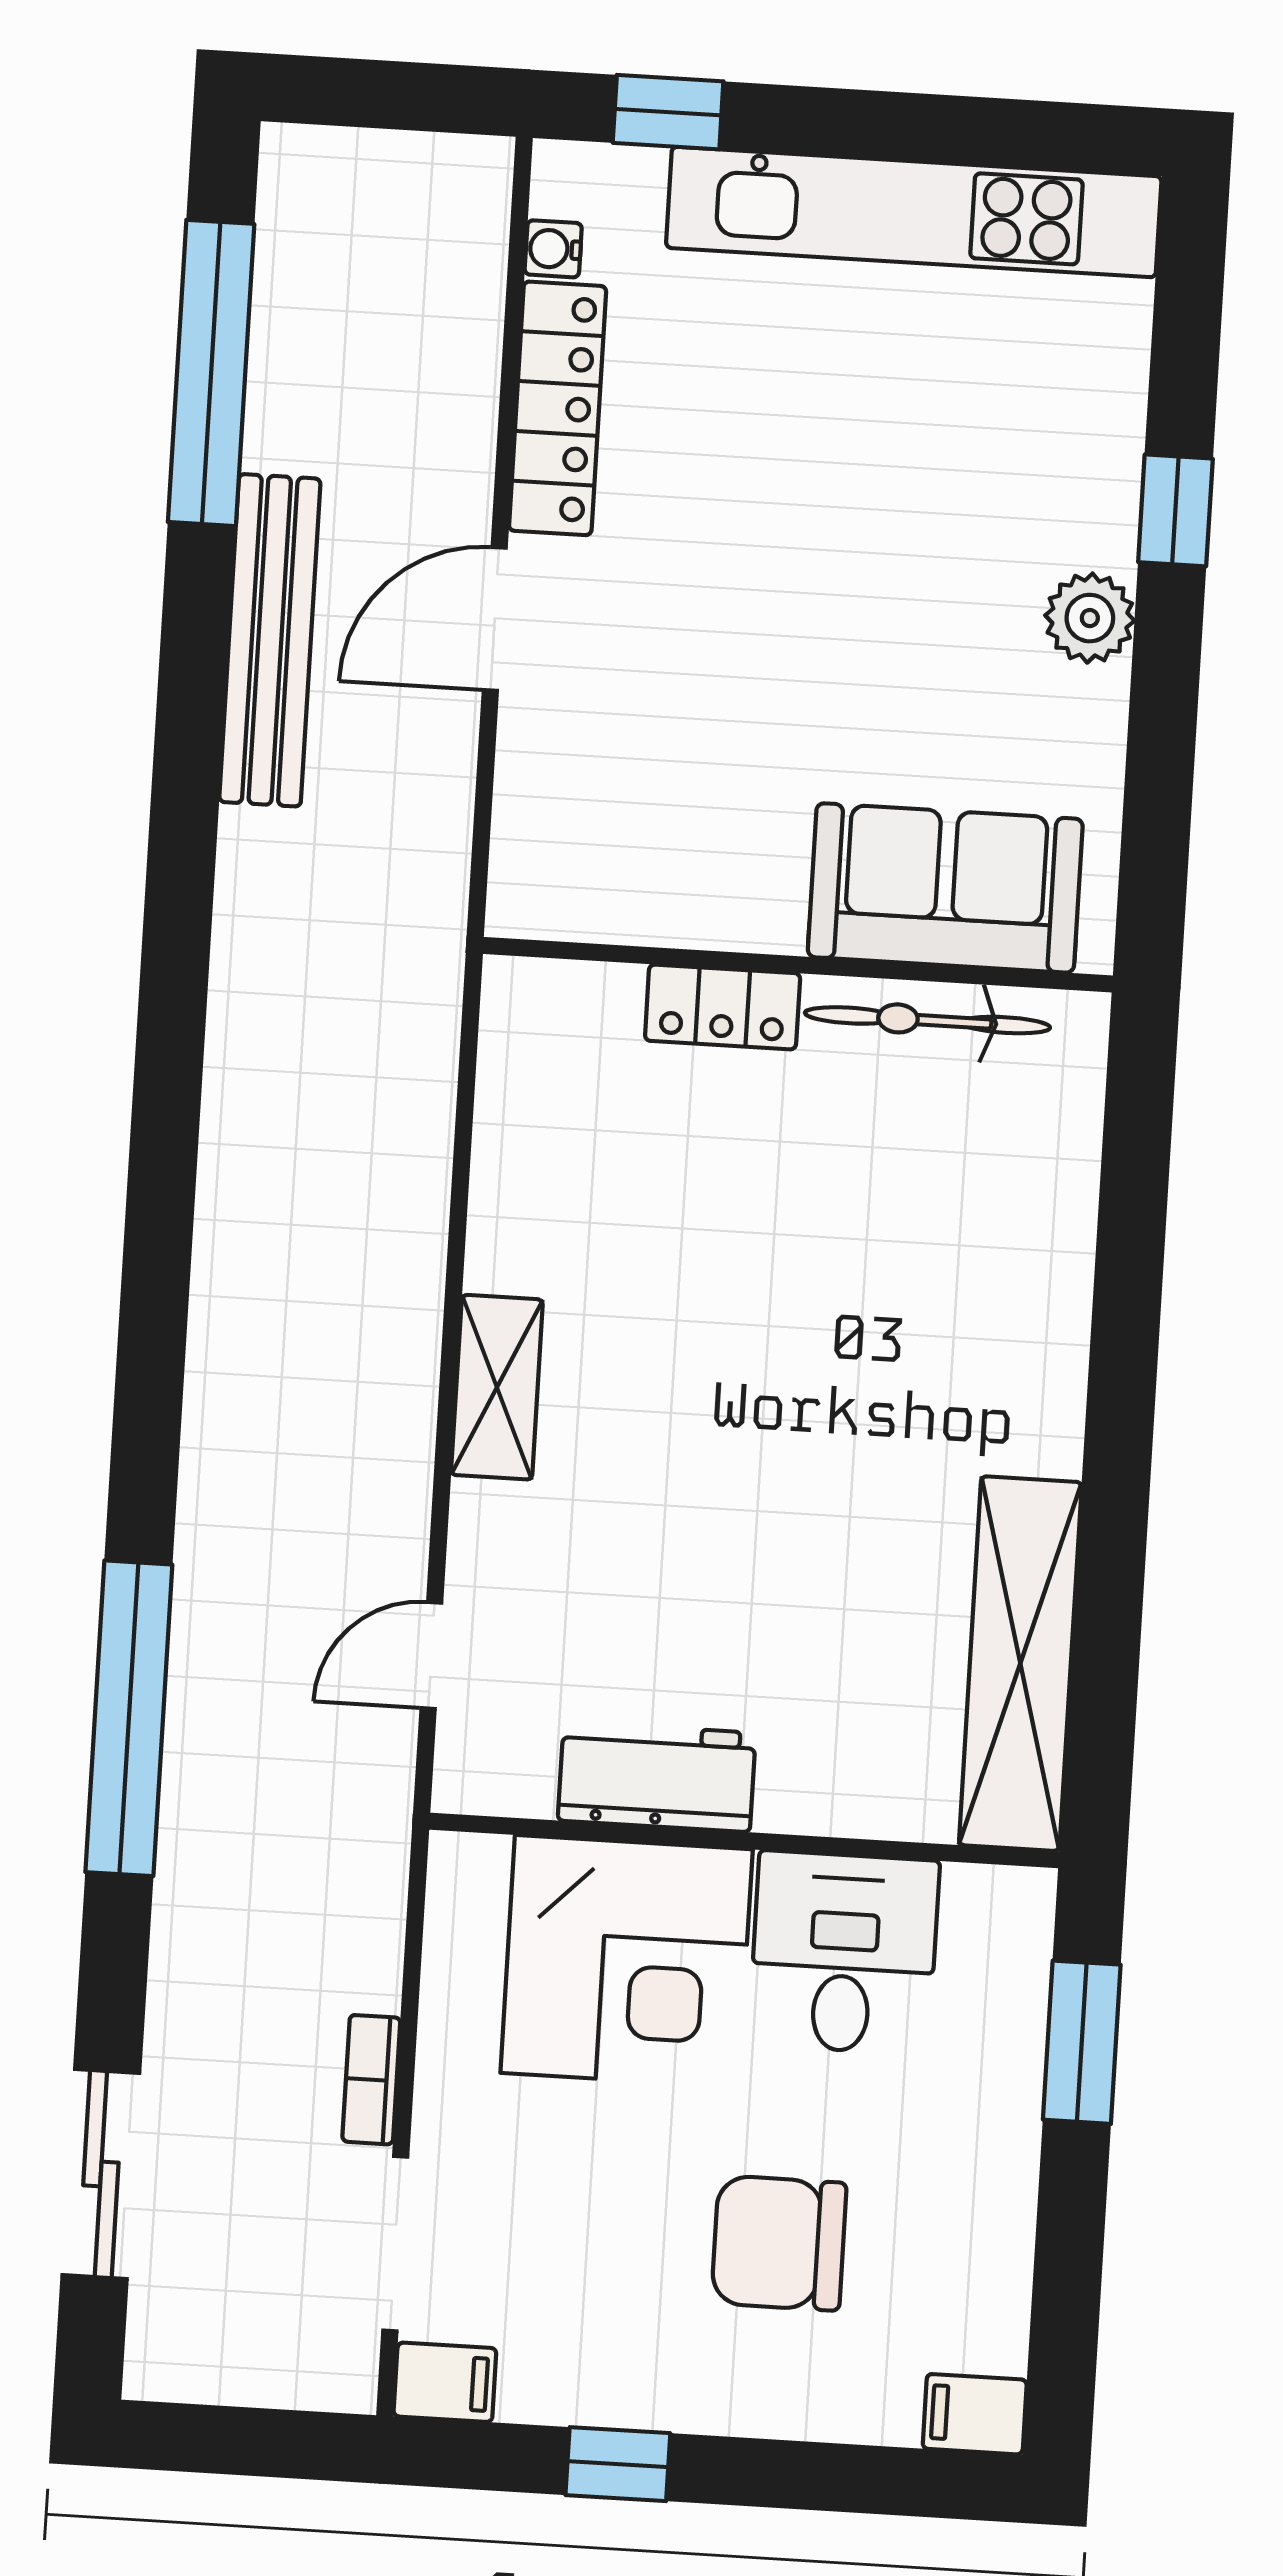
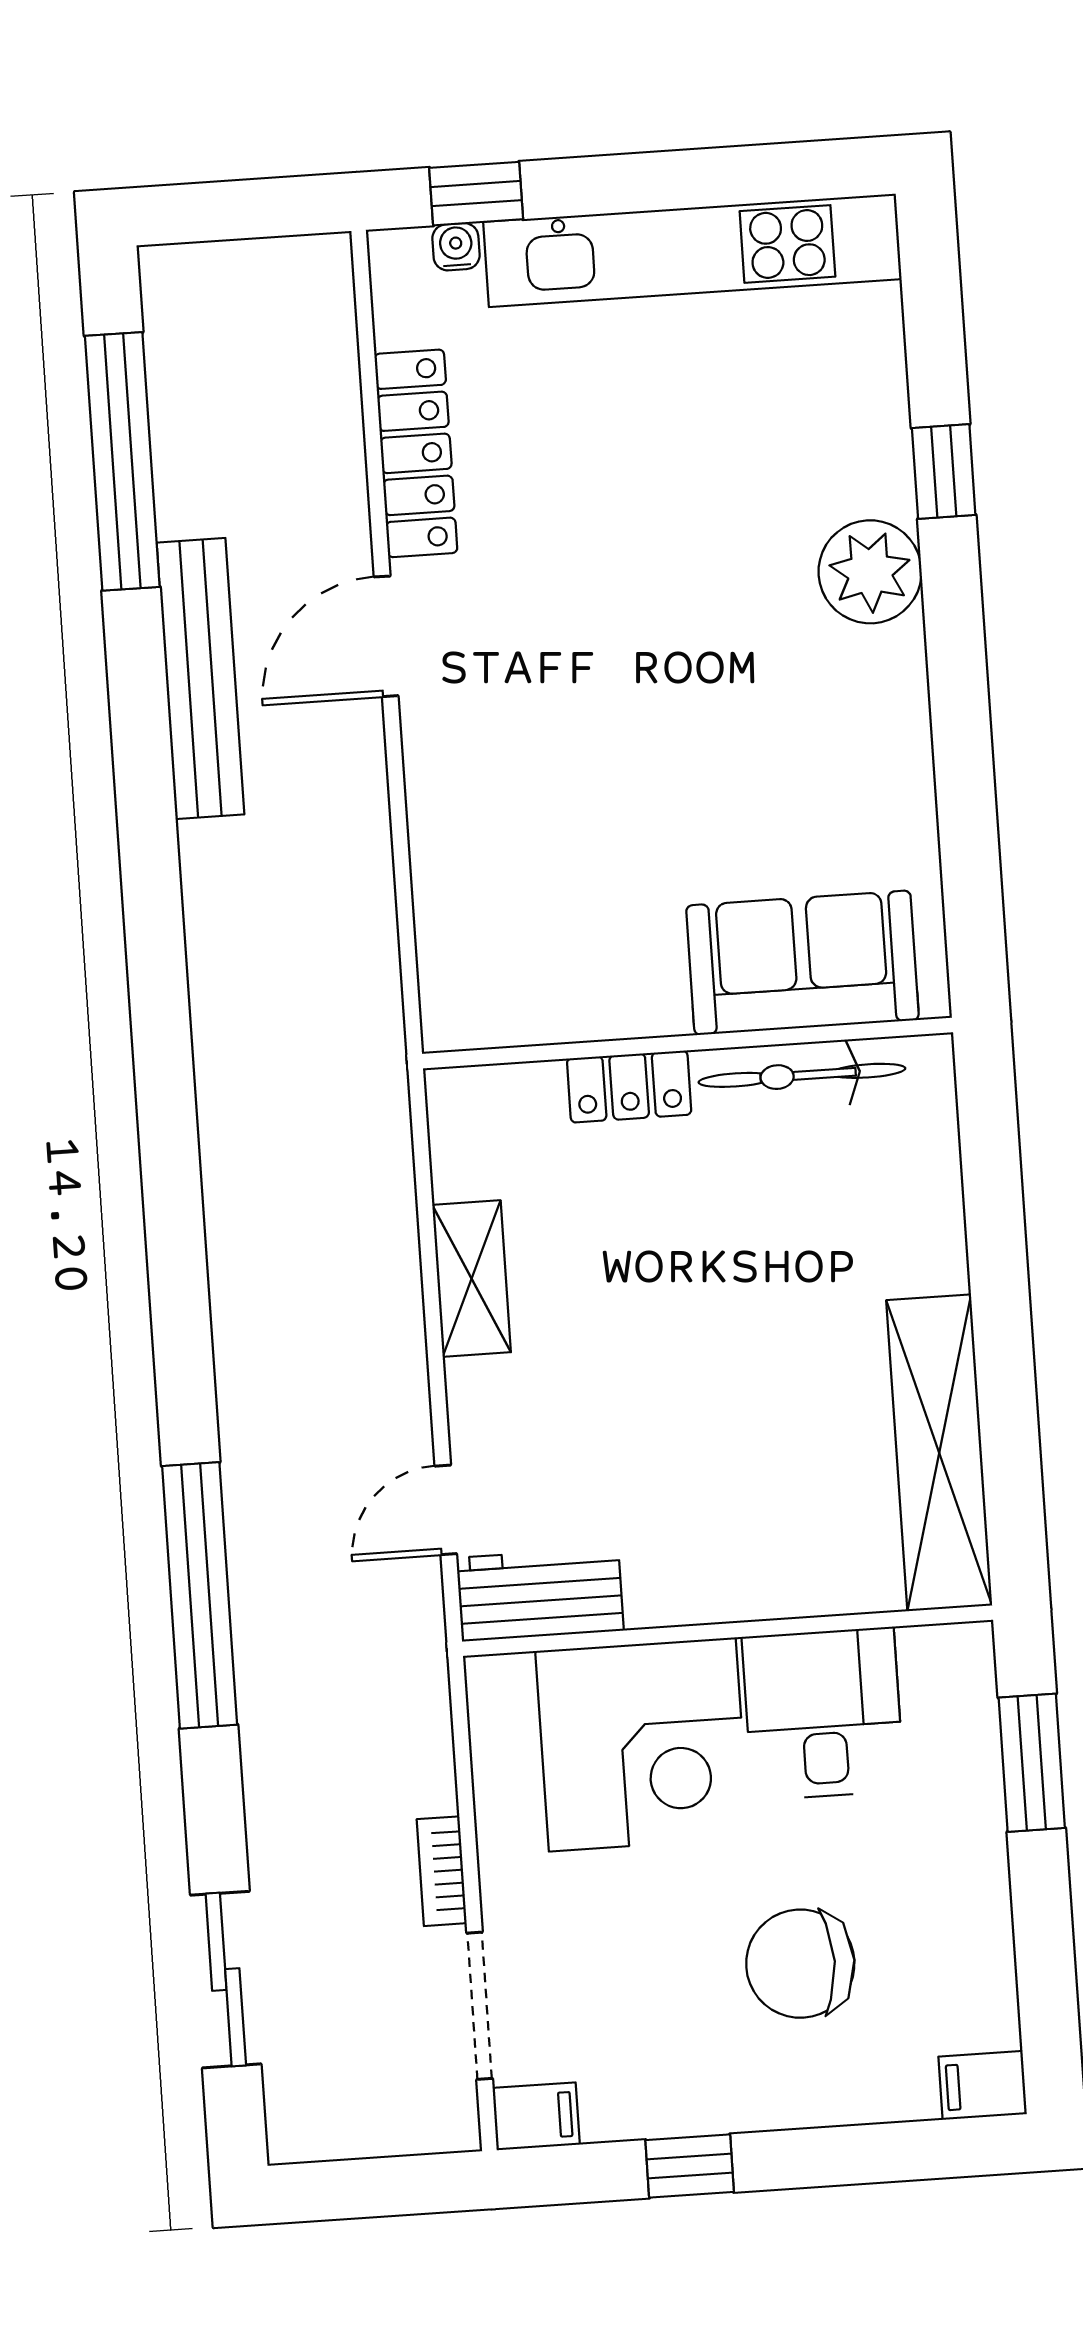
water cooler: (553, 249) -> (456, 247), moved, turned 90
plant: (1090, 618) -> (870, 572), width x1.36, depth x1.36
sofa: (945, 888) -> (802, 963), moved
wall: (798, 965) -> (688, 1043), moved
locker: (723, 1007) -> (629, 1087), moved
bicycle: (927, 1020) -> (802, 1075), moved
workbench: (657, 1777) -> (540, 1594), moved

